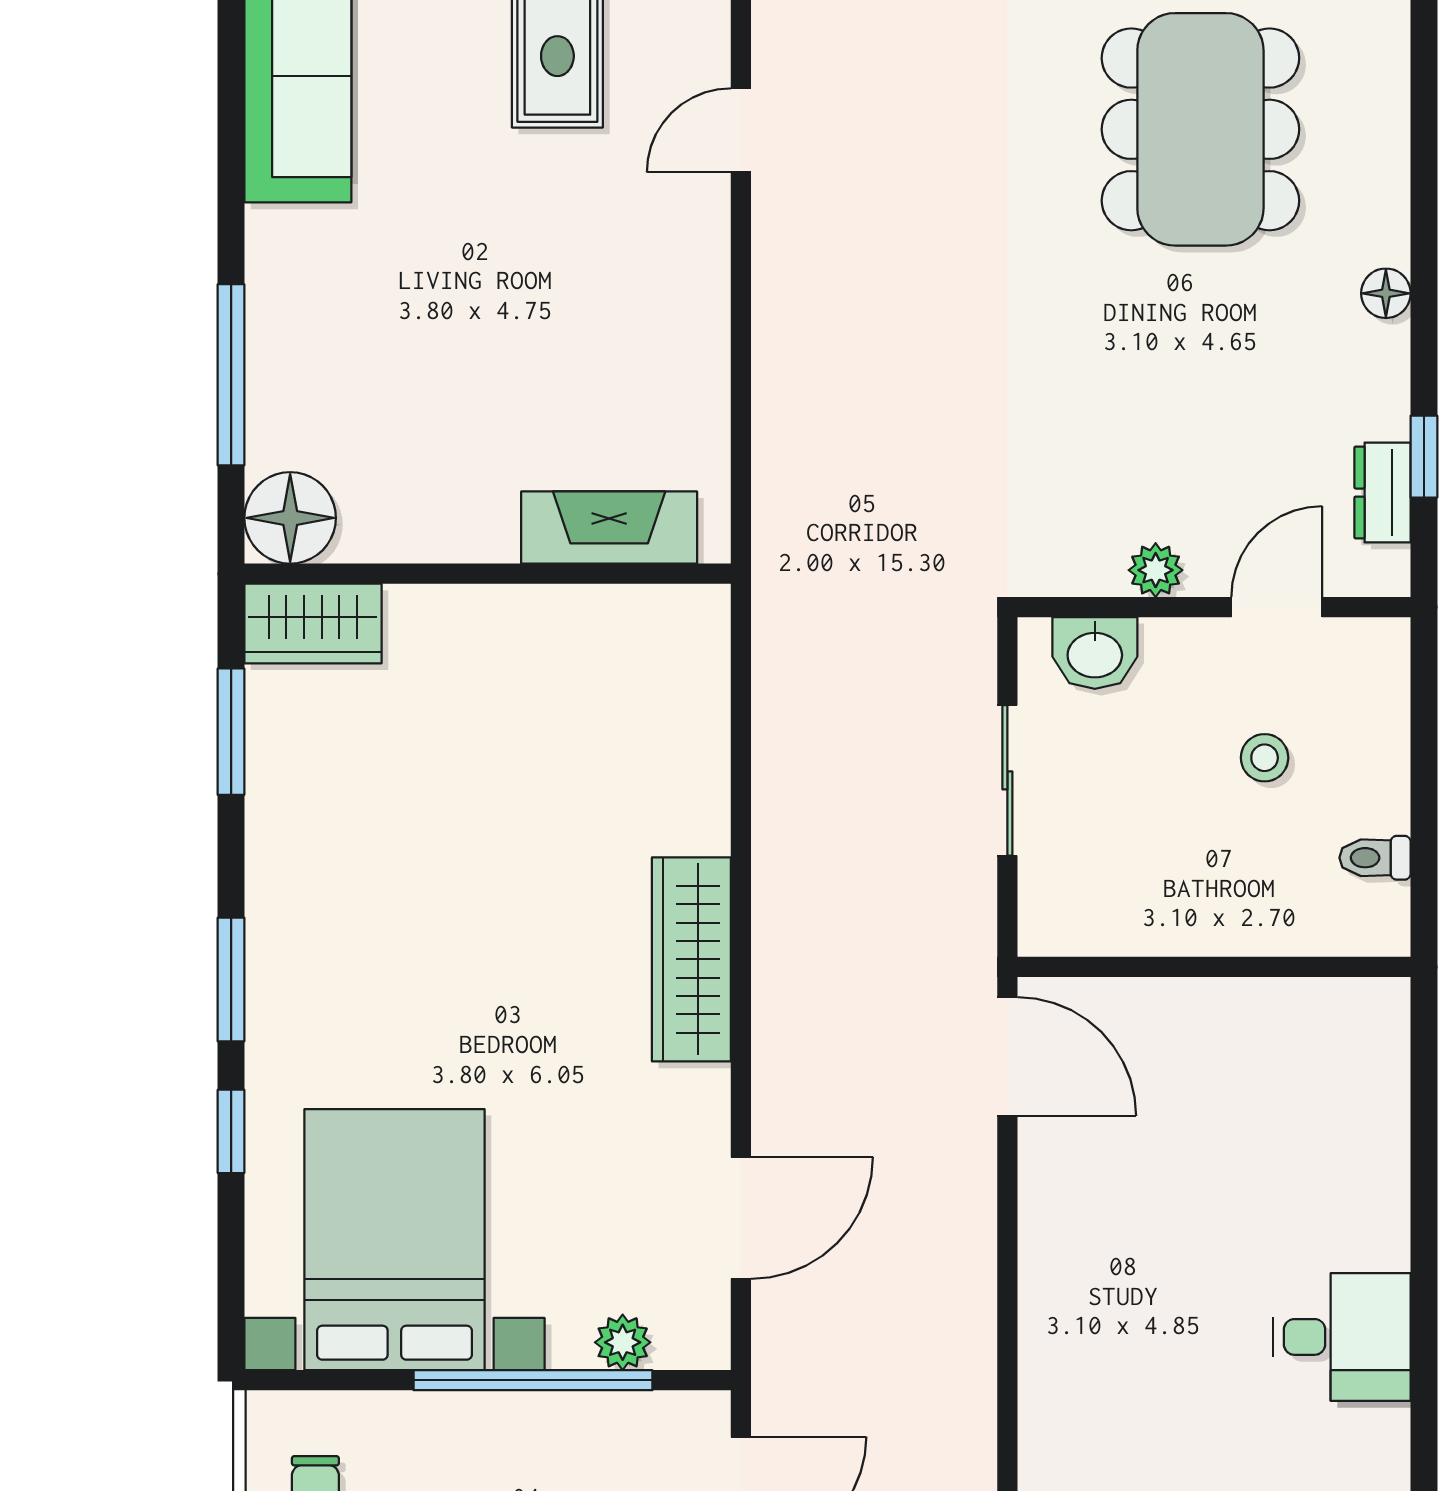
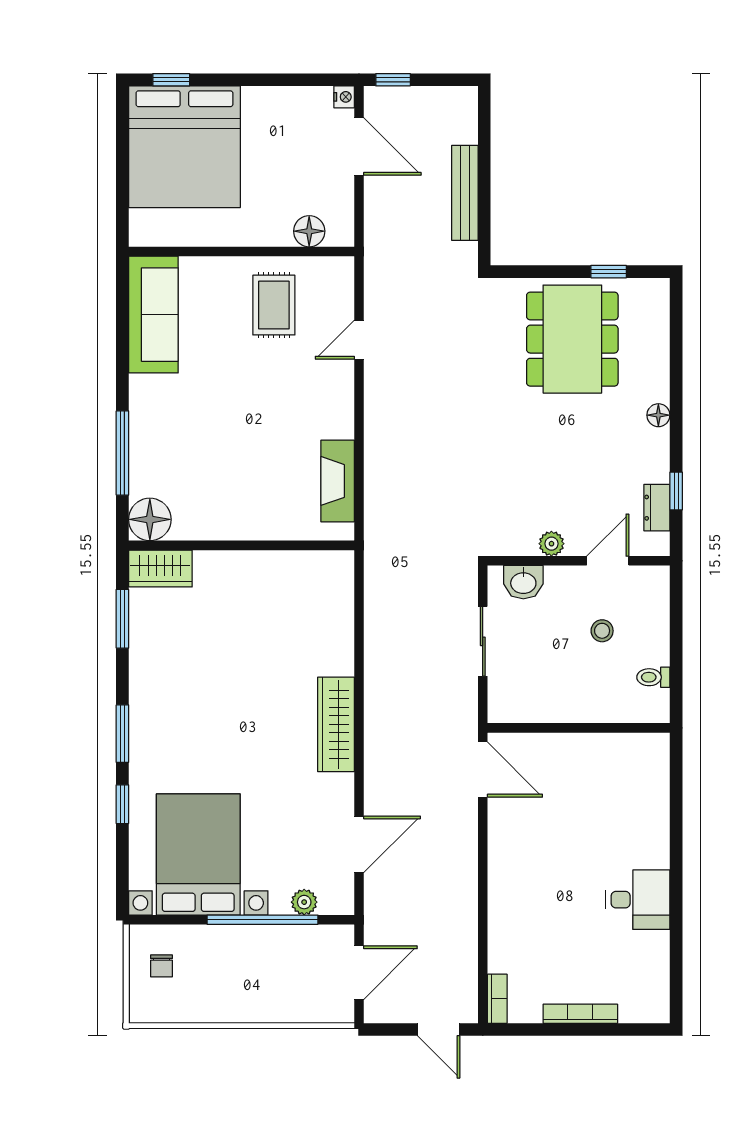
fireplace: (609, 528) -> (338, 481), moved, turned -90

